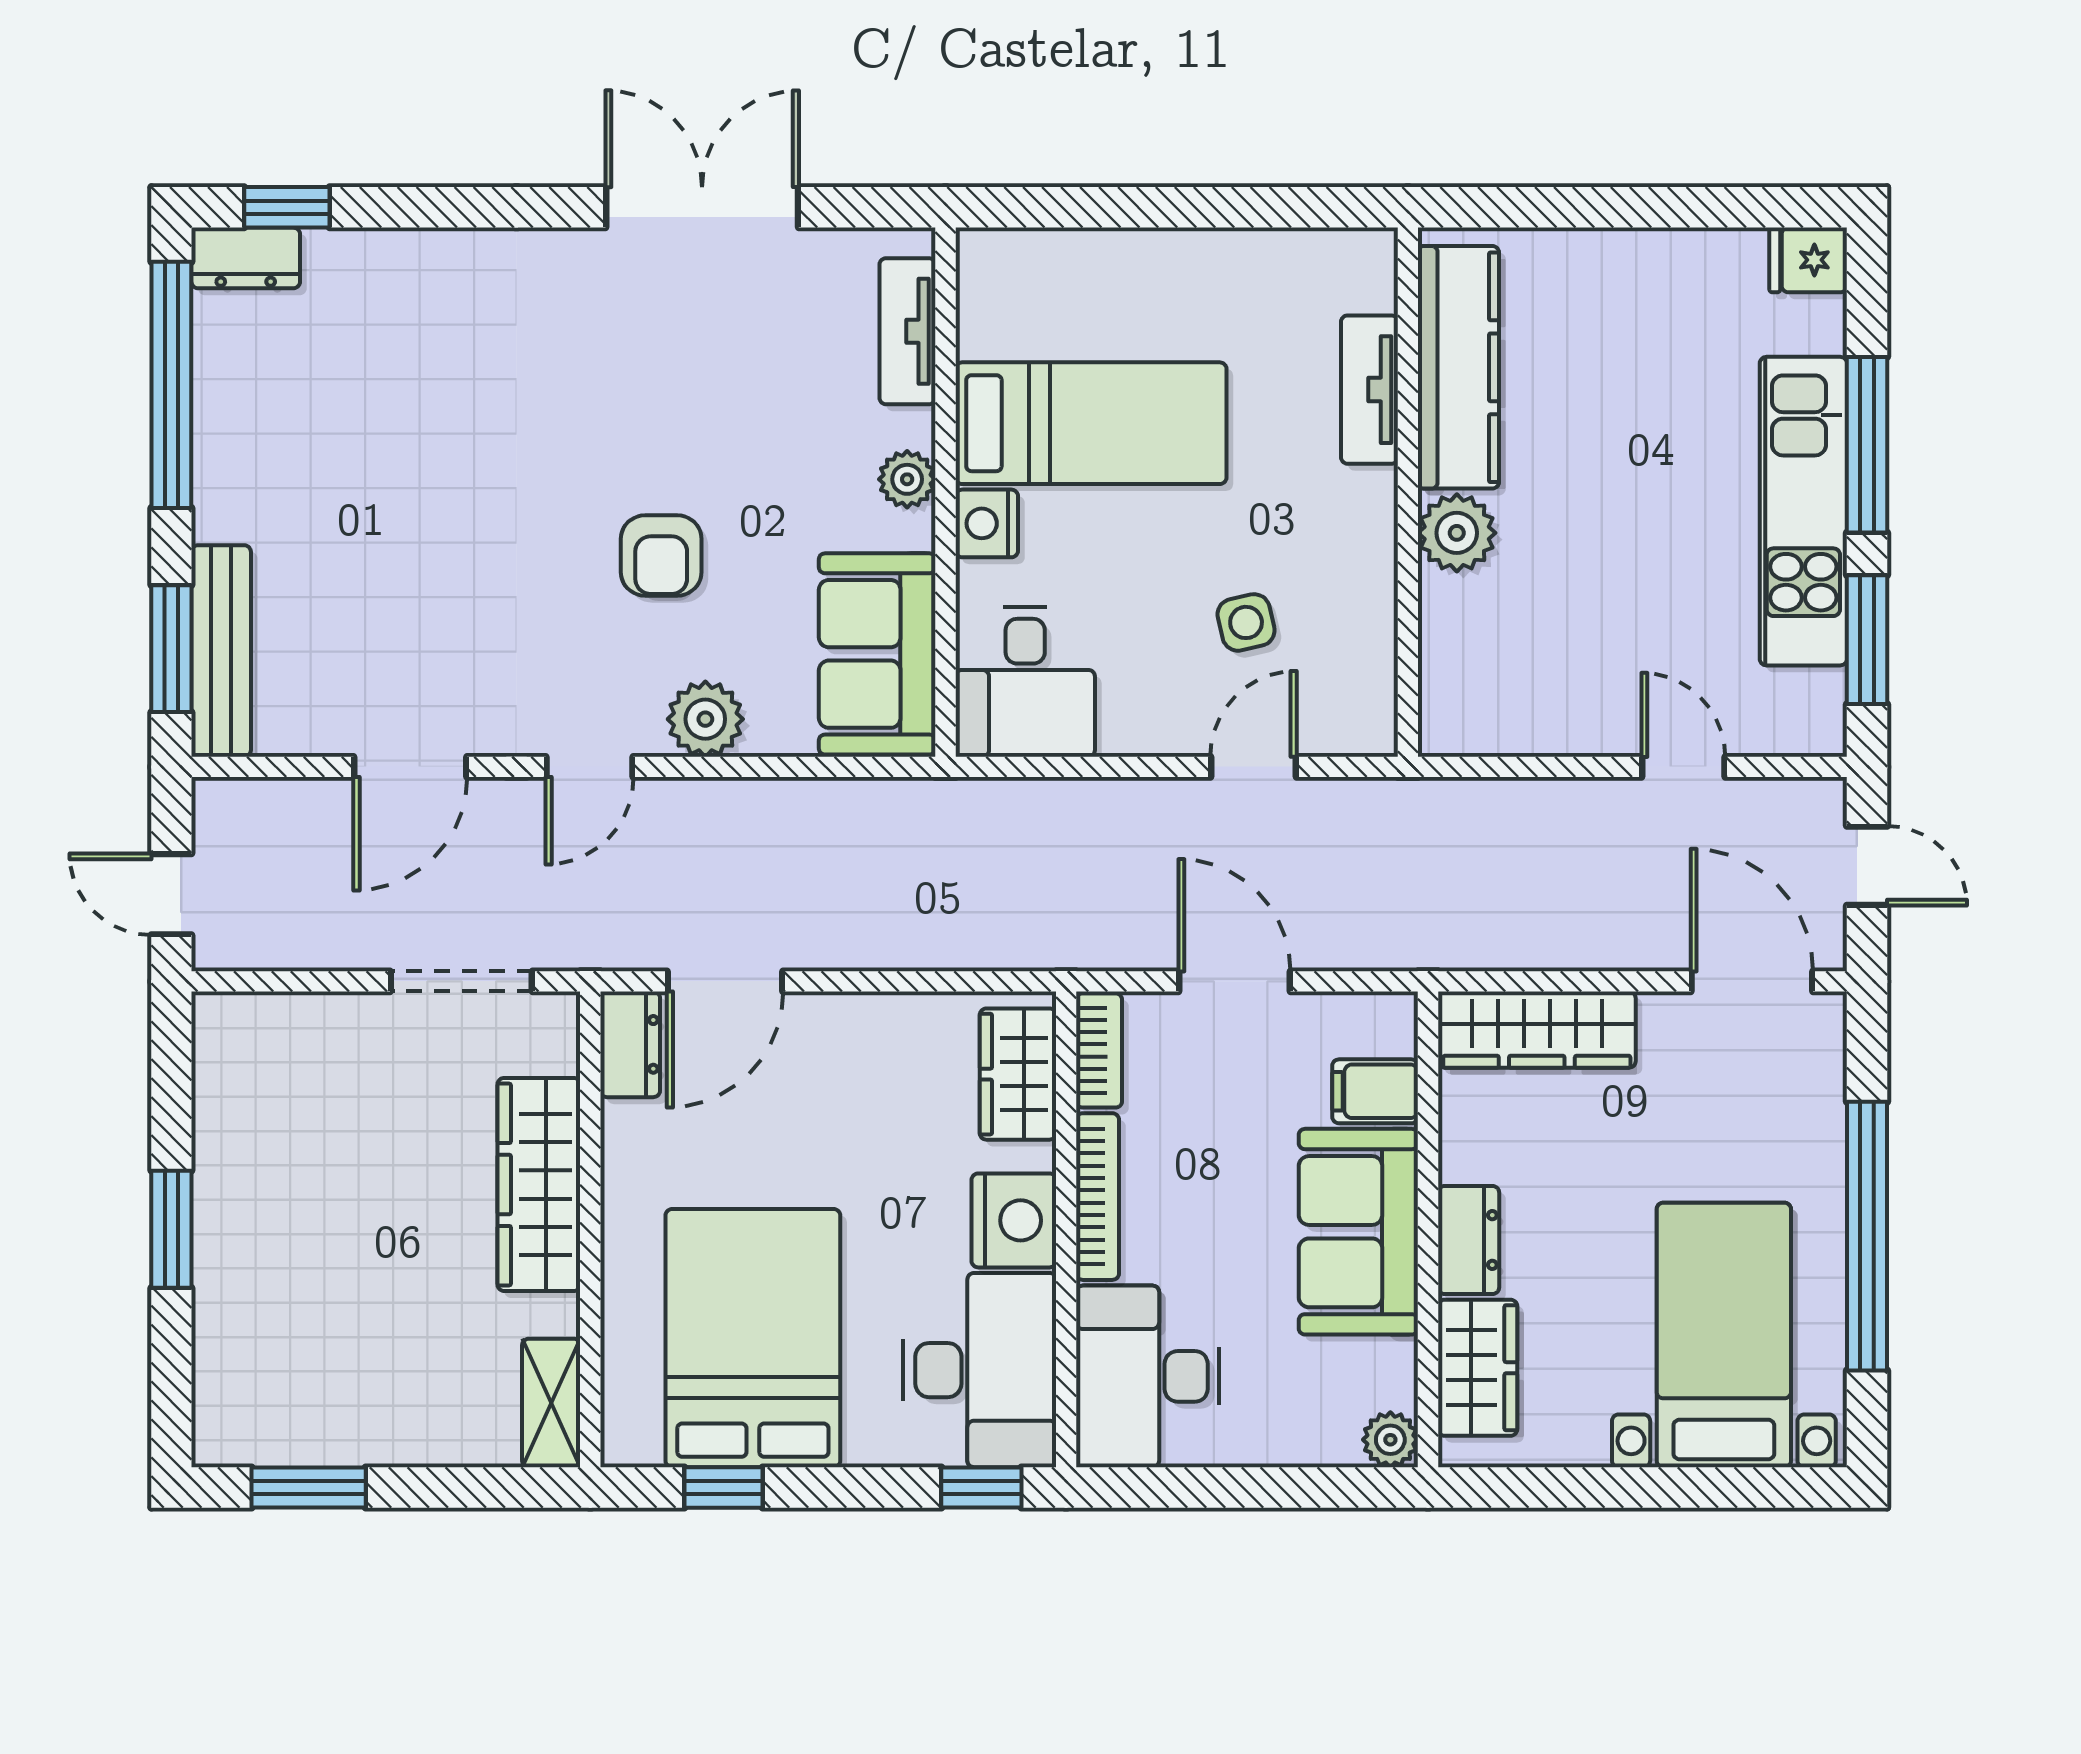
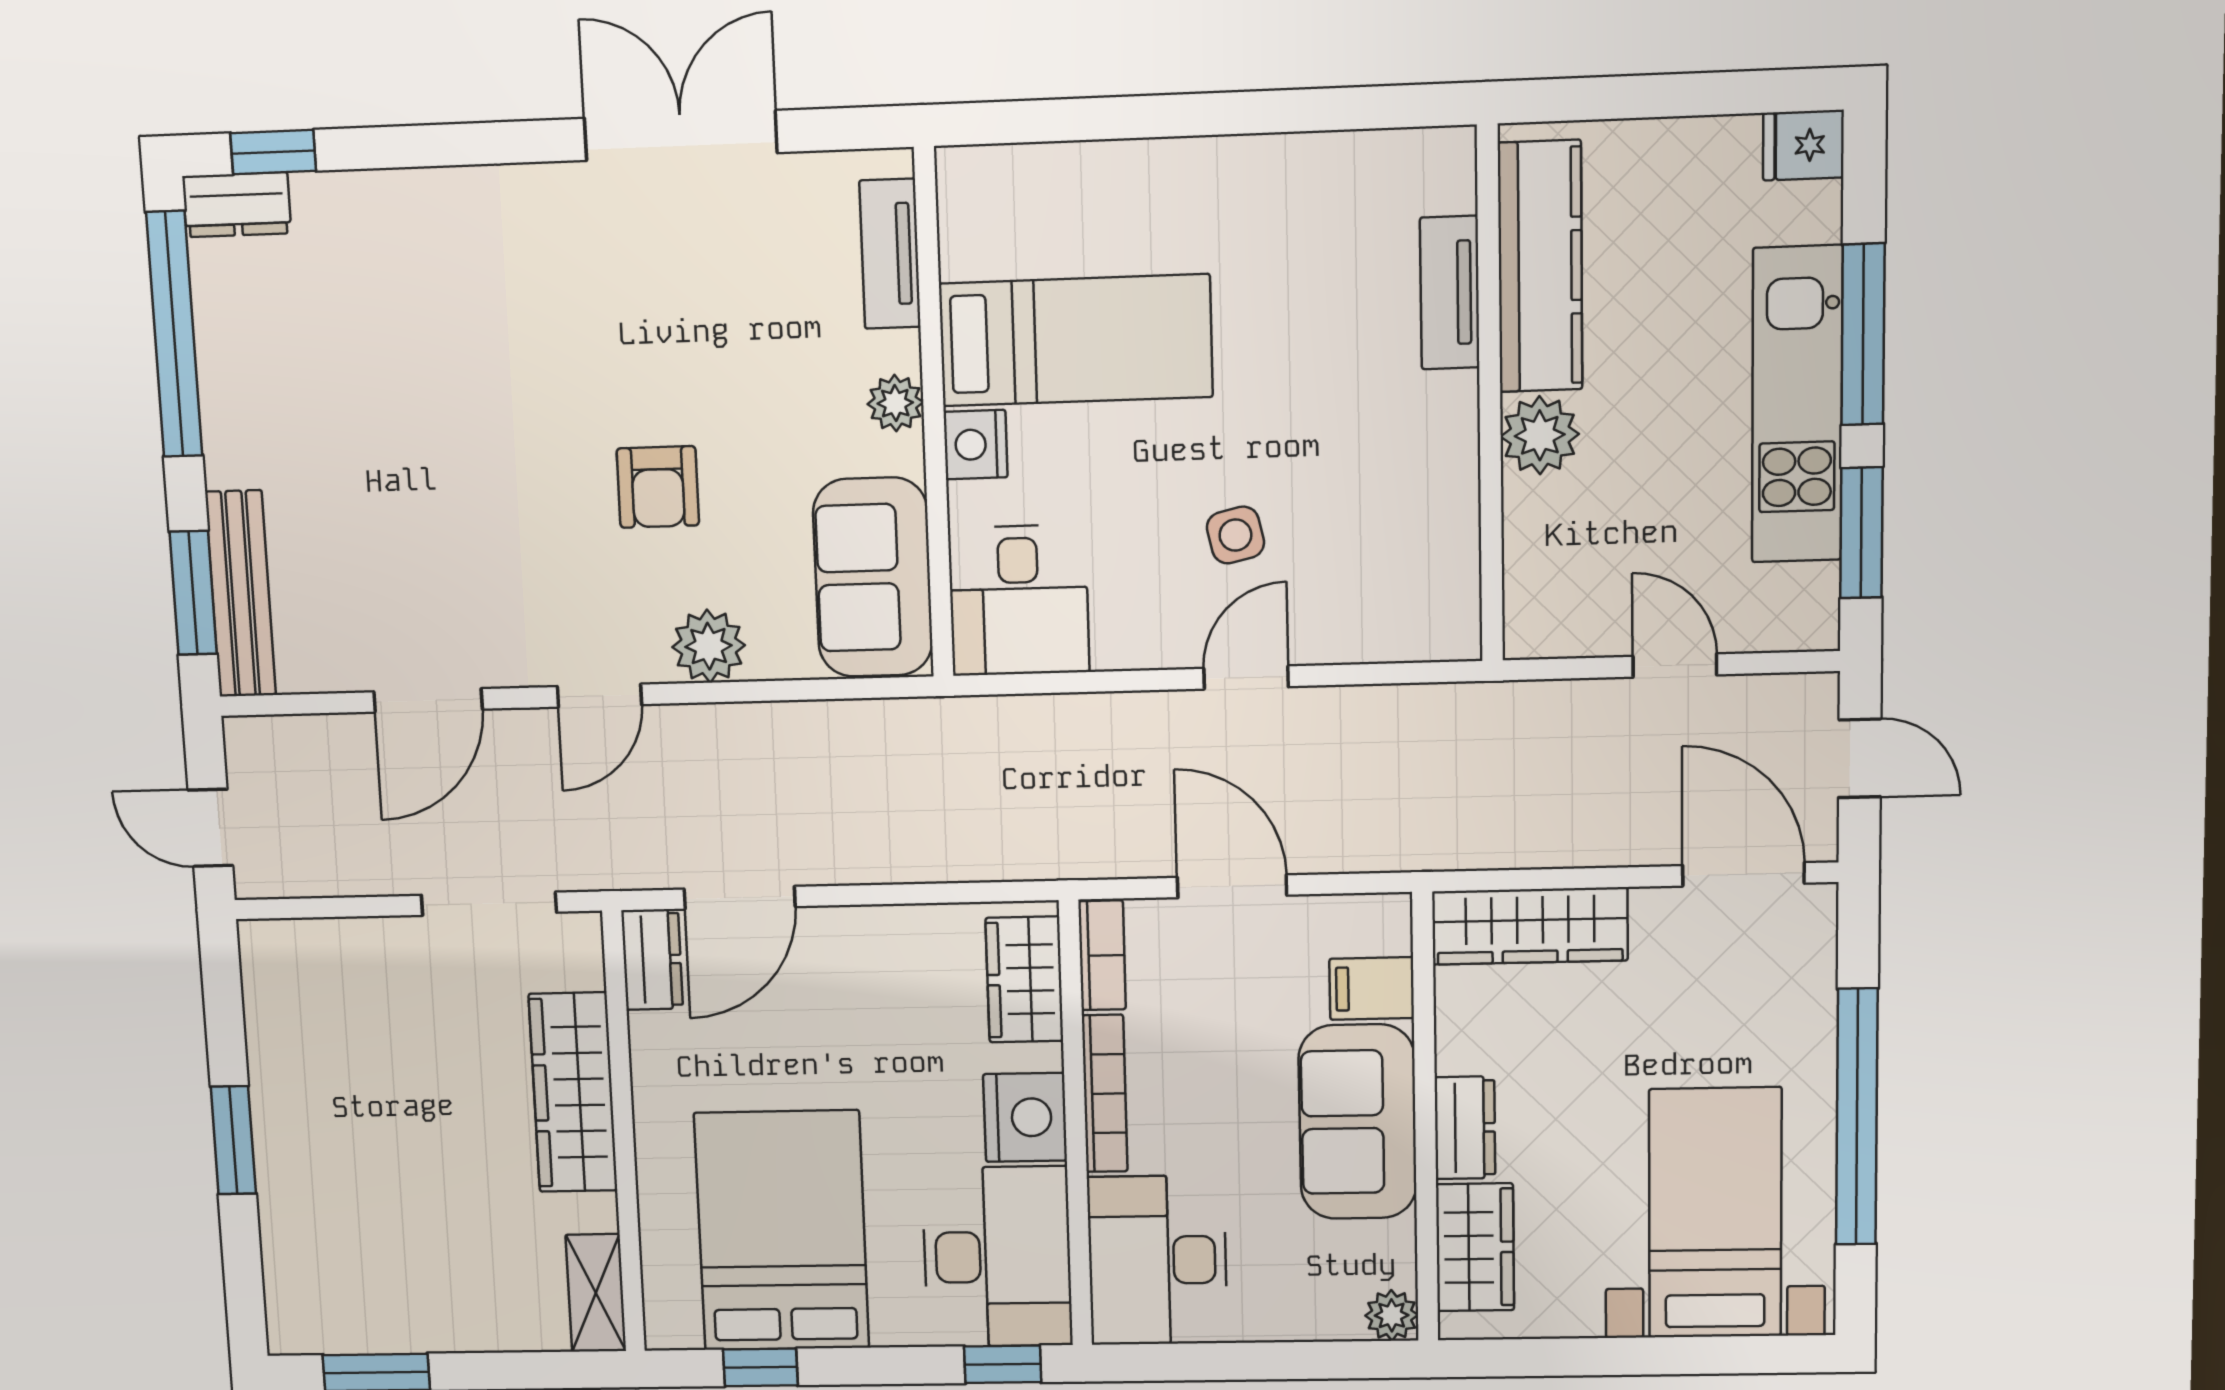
kitchen counter: (1458, 367) -> (1540, 266), moved
tv unit: (1369, 390) -> (1450, 293), moved
wall: (1408, 492) -> (1490, 396), moved
plant: (1457, 533) -> (1540, 435), moved

